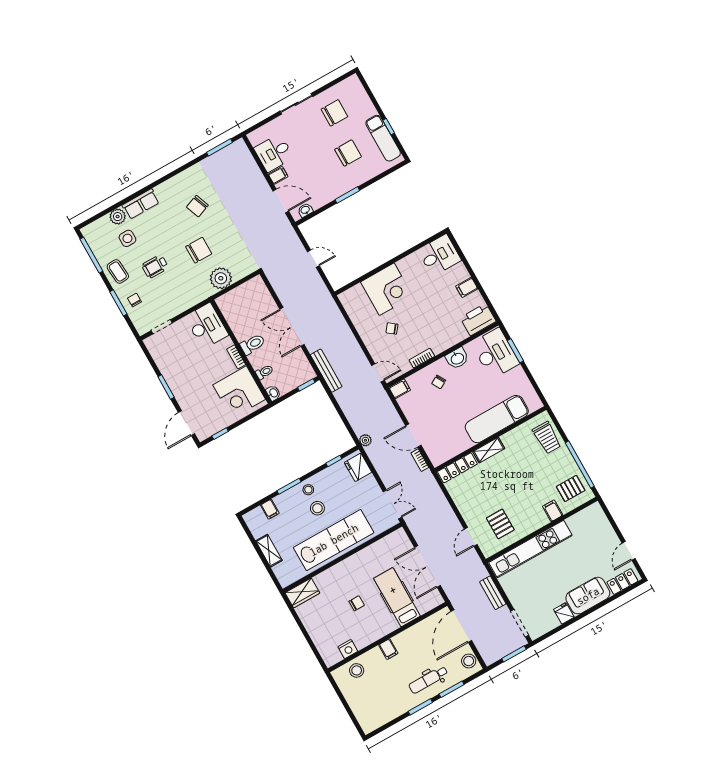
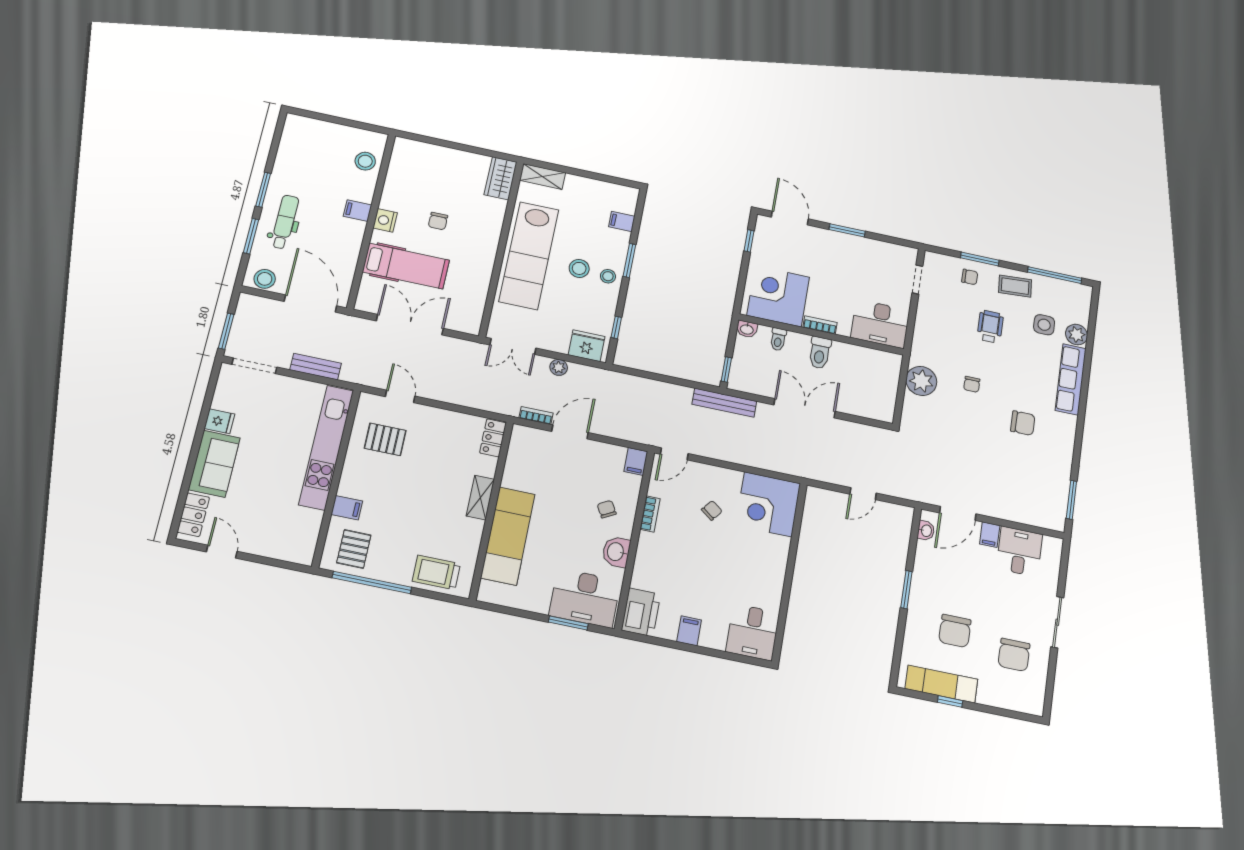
row of seats: (141, 204) -> (1071, 379), width x1.48
chair: (197, 206) -> (1023, 423), turned 111
chair: (199, 250) -> (972, 384), width x0.54, depth x0.54
corner desk: (387, 289) -> (768, 504), moved
plant: (365, 440) -> (559, 367), moved
locker: (457, 468) -> (493, 438), width x0.66
shelving: (269, 551) -> (543, 176), moved
nightstand: (348, 649) -> (385, 220), moved

